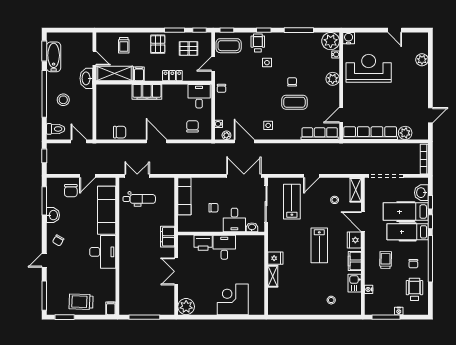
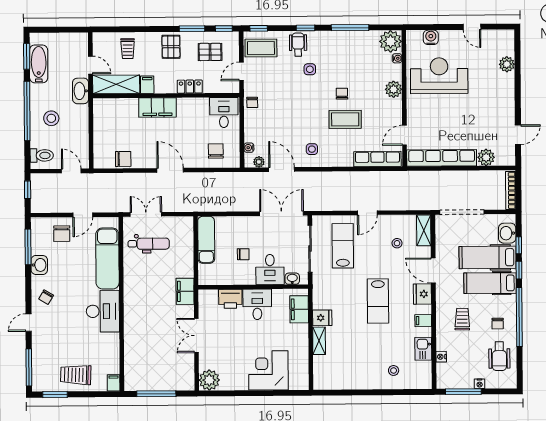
water cooler: (349, 38) -> (431, 37), moved
filing cabinet: (257, 251) -> (299, 309), added
filing cabinet: (355, 261) -> (423, 321), width x0.50
wheelchair: (414, 289) -> (499, 356), turned 180

